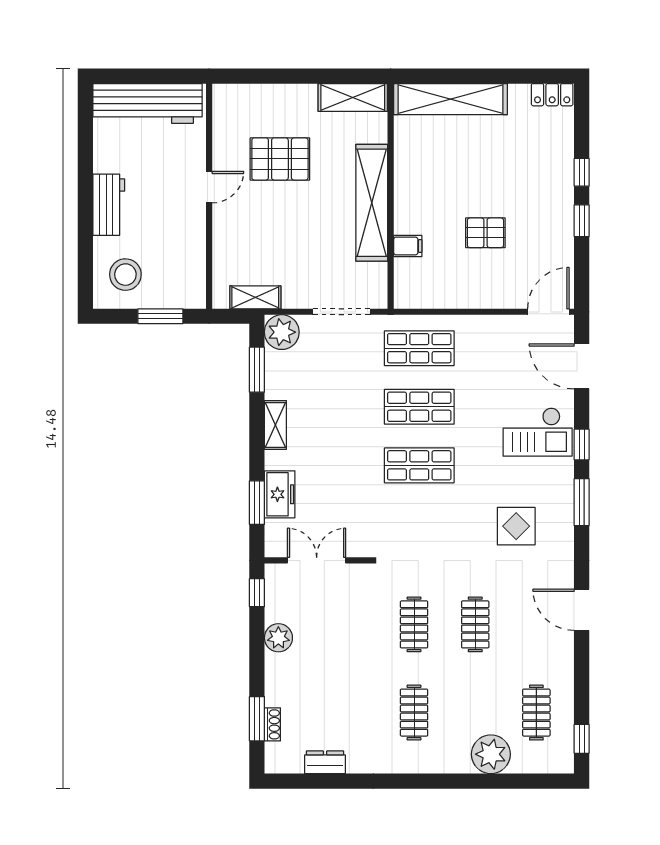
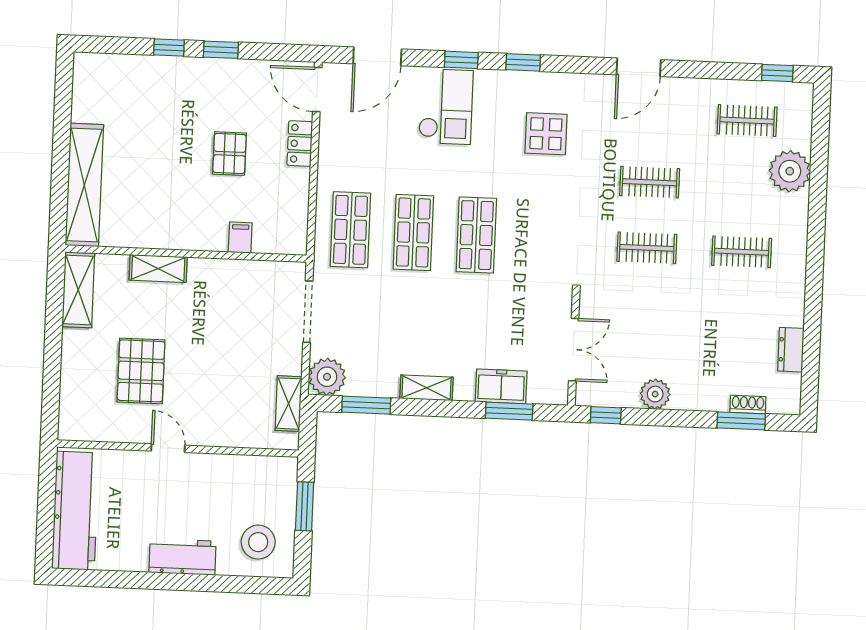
locker: (552, 95) -> (300, 144), moved, turned 180
shelving: (372, 203) -> (158, 269), width x0.45, depth x0.75
window: (582, 502) -> (523, 62), width x0.67
double door: (317, 560) -> (574, 350), swing flipped

